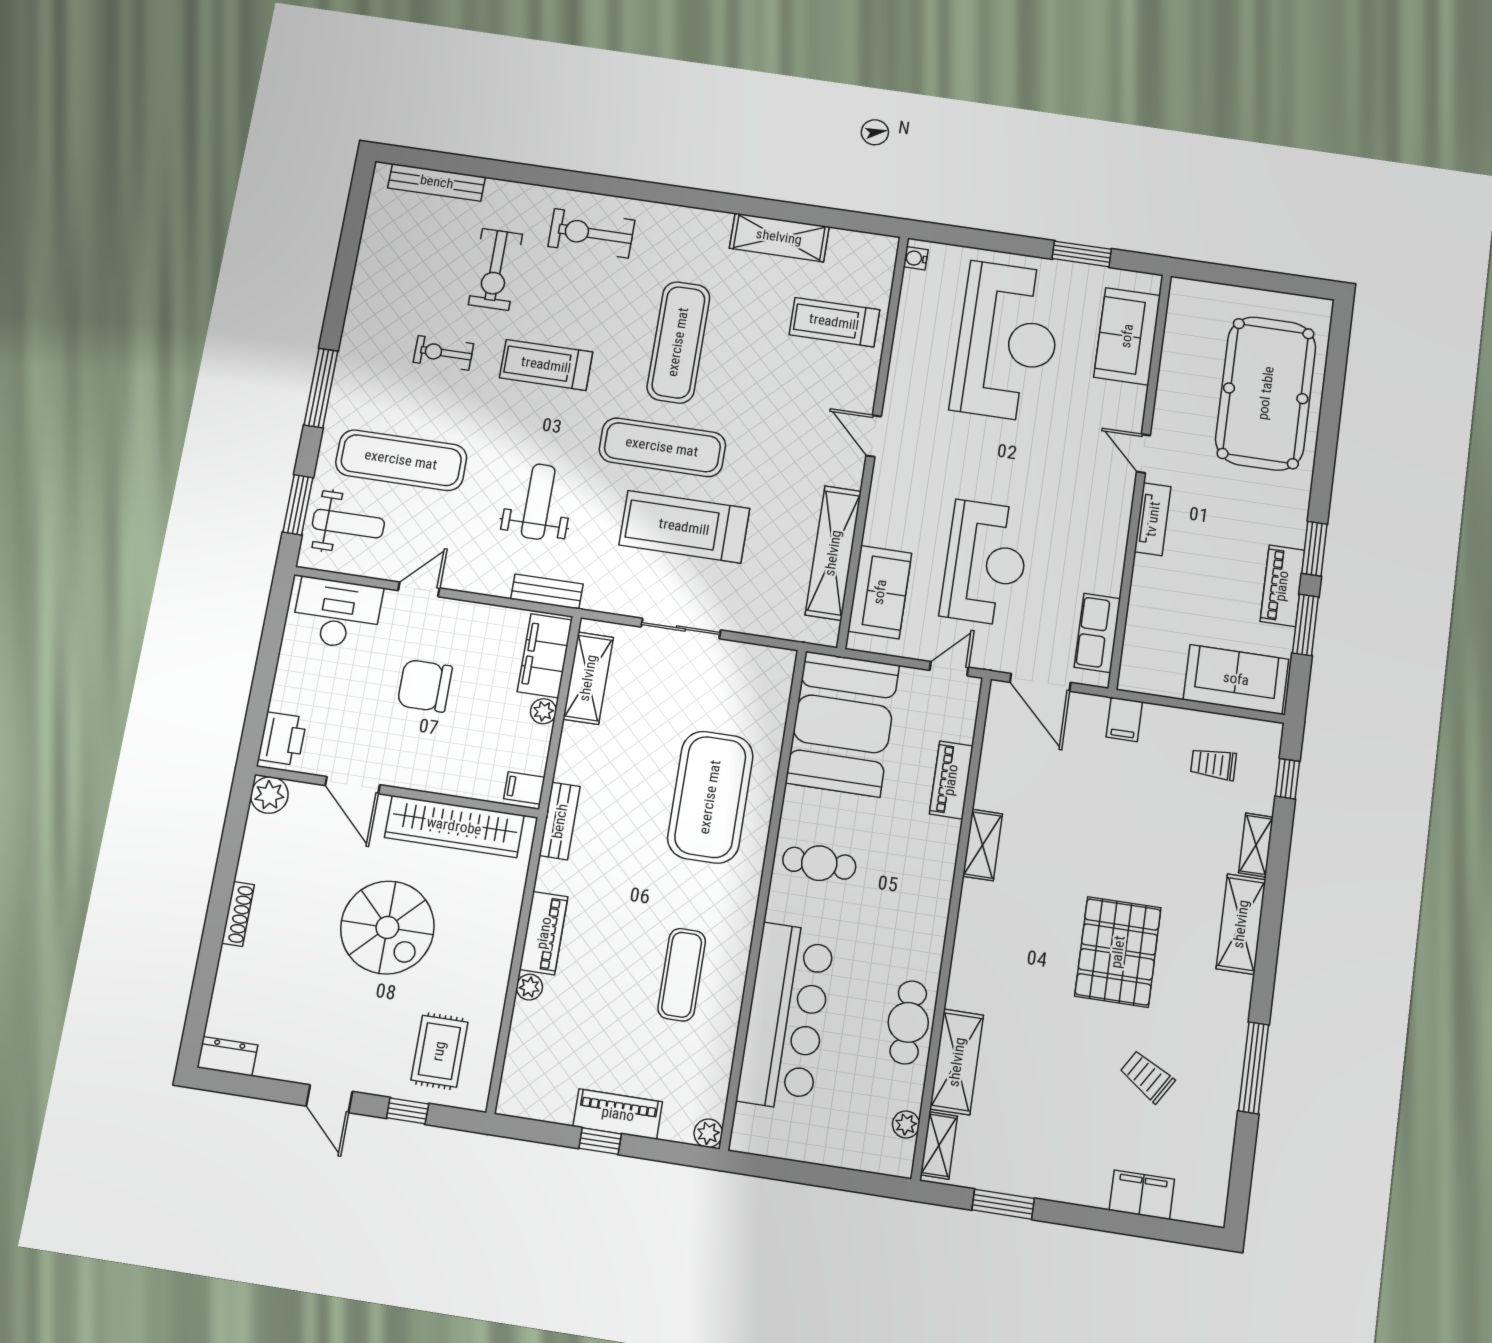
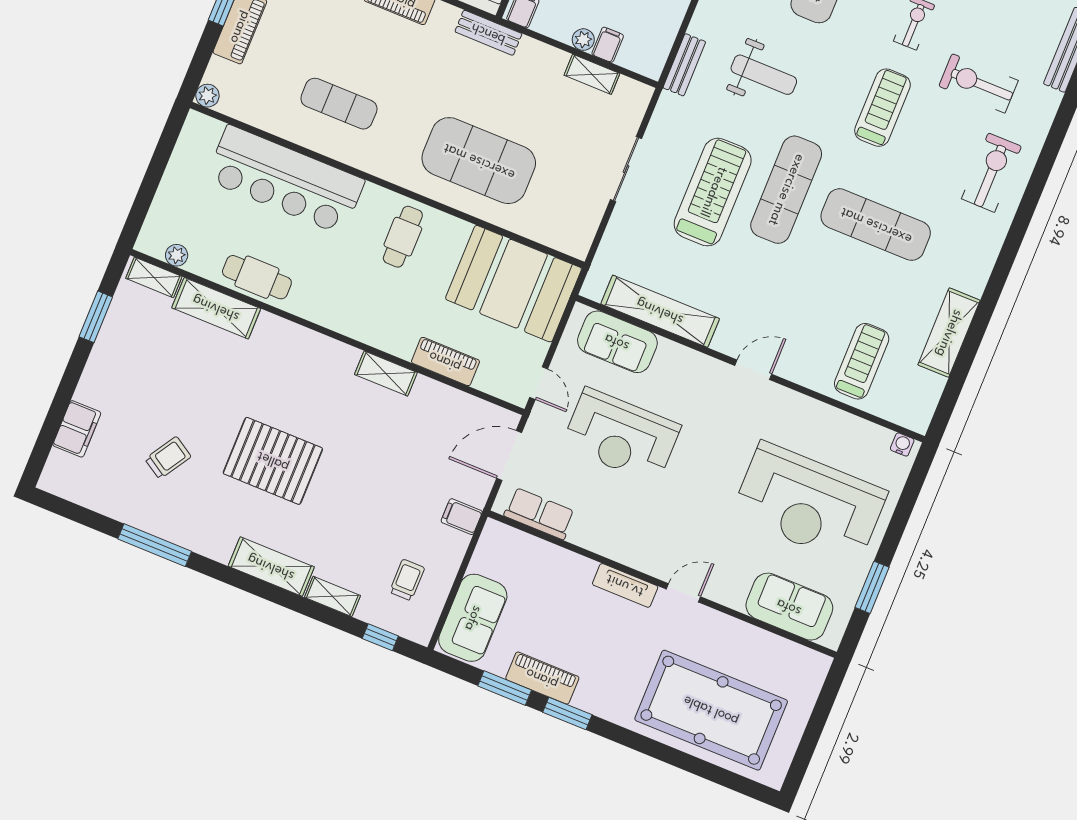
filing cabinet: (545, 656) -> (608, 45), width x0.33, depth x0.86
shelving: (588, 678) -> (592, 74), width x0.67, depth x0.75

